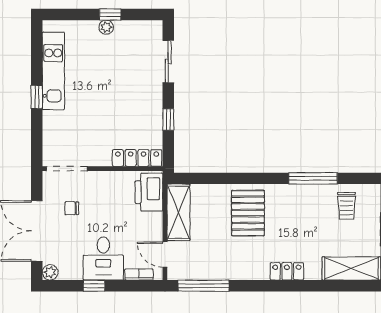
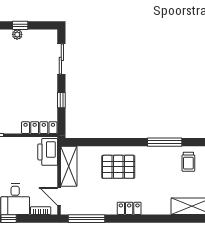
pallet: (248, 213) -> (118, 167), turned 90
locker: (287, 271) -> (129, 208), moved

